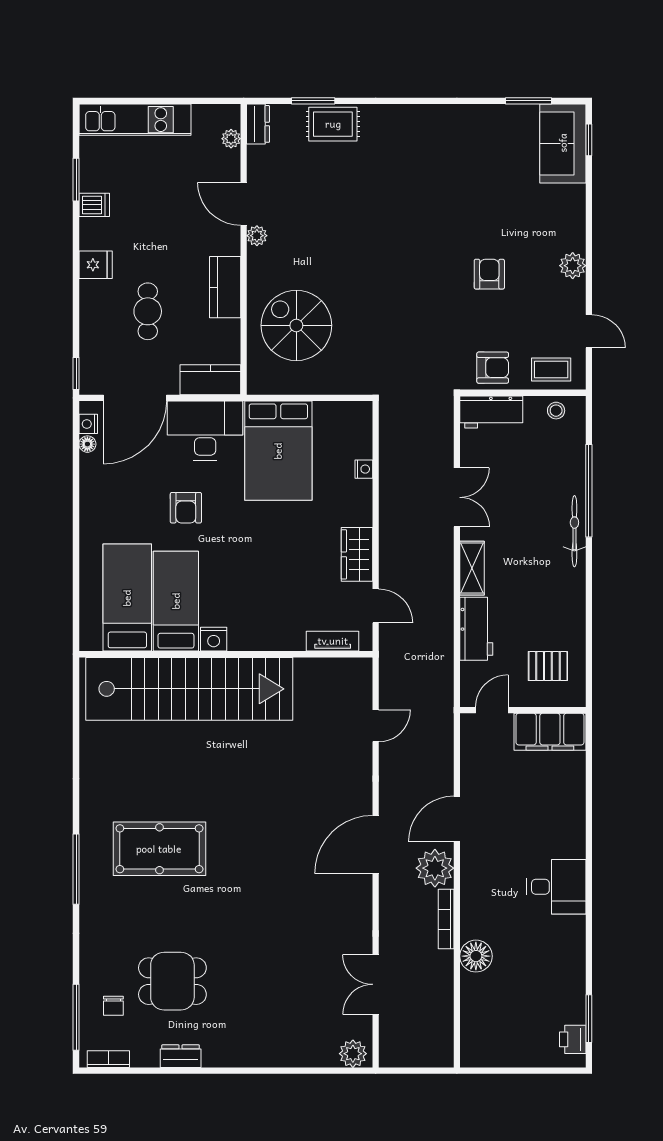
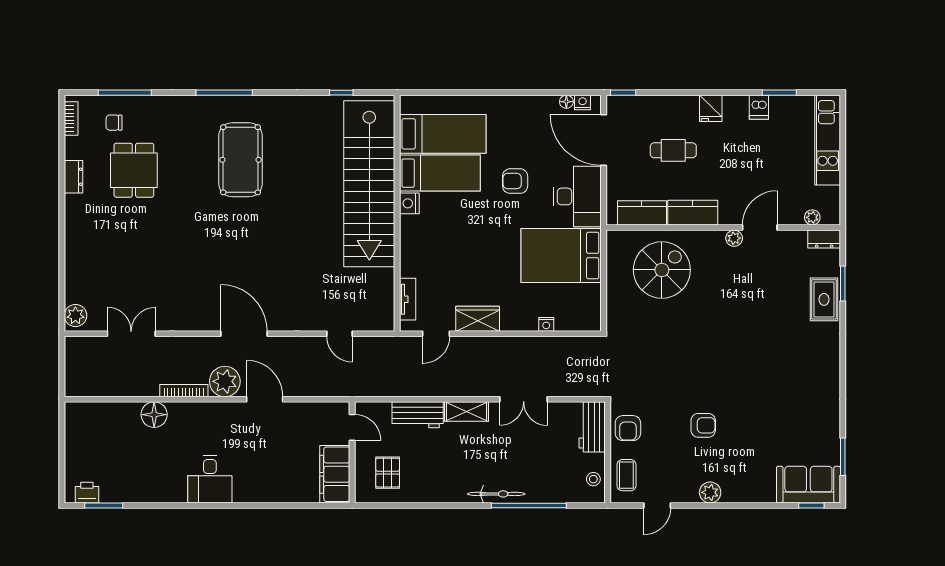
kitchen counter: (210, 380) -> (642, 213), moved, turned -90
window: (76, 724) -> (341, 93), added
window: (76, 1017) -> (125, 93), moved

